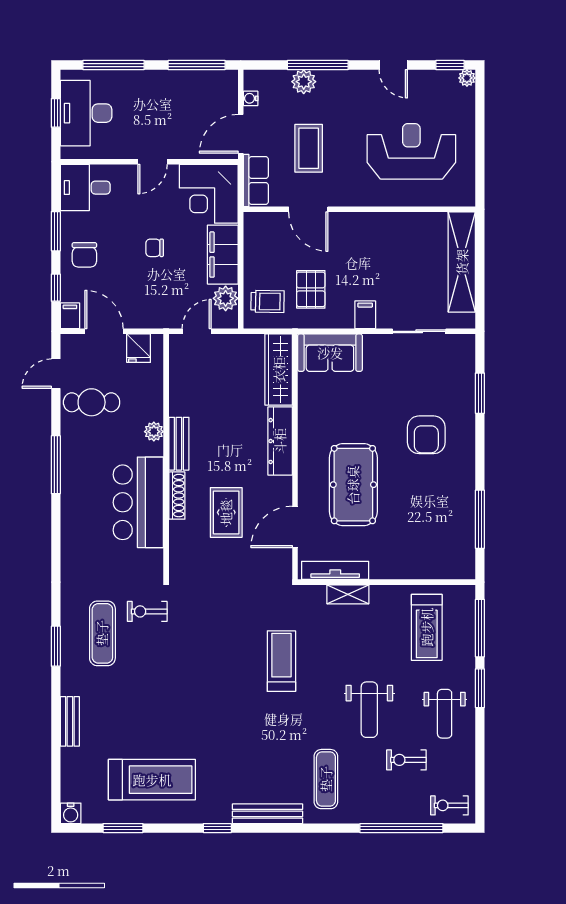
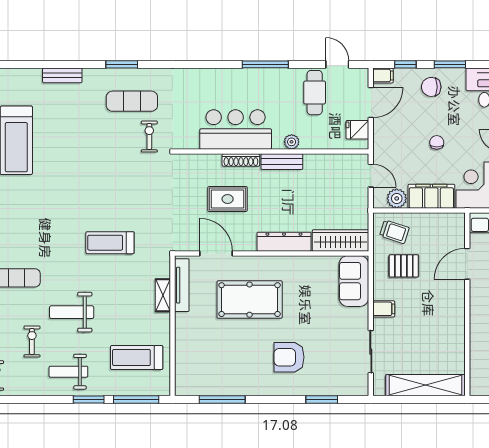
trolley: (268, 301) -> (394, 232), turned -73
treadmill: (281, 661) -> (110, 243), turned 180

